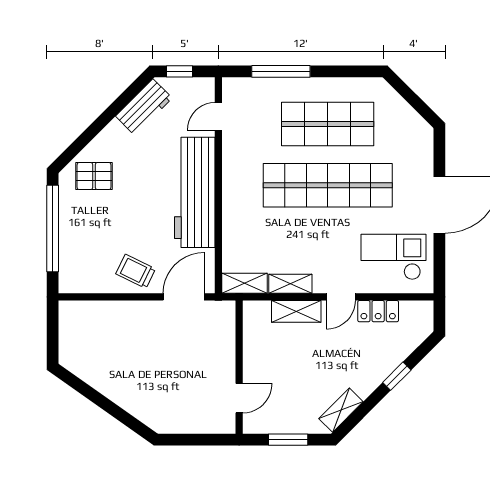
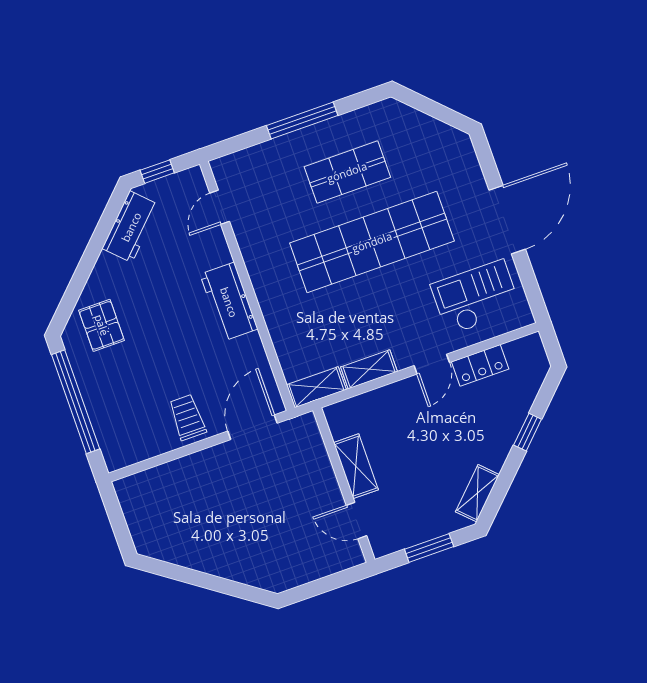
window: (281, 71) -> (302, 120), moved
shop shelf: (328, 124) -> (347, 172), width x0.70, depth x0.74
pallet: (94, 176) -> (102, 325), turned 90
workbench: (195, 192) -> (229, 302), width x0.53, depth x0.76
trolley: (136, 271) -> (187, 417), turned 64
shelving: (296, 311) -> (356, 466), moved, turned 90
door: (239, 398) -> (356, 521), swing flipped

